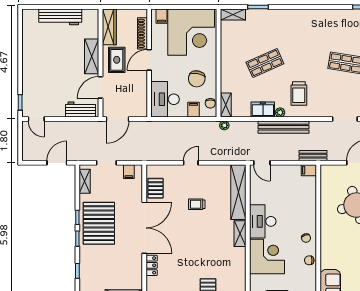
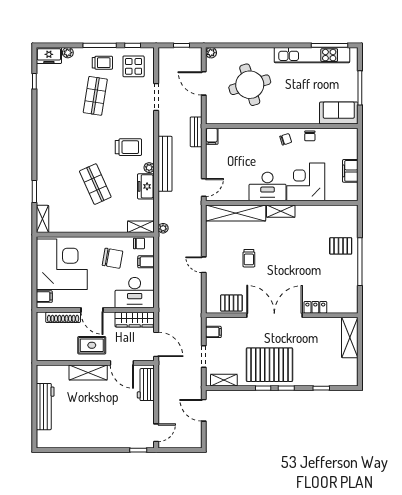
wardrobe: (109, 27) -> (135, 320), moved, turned 180

